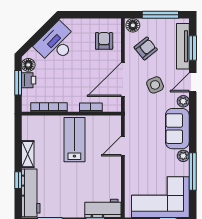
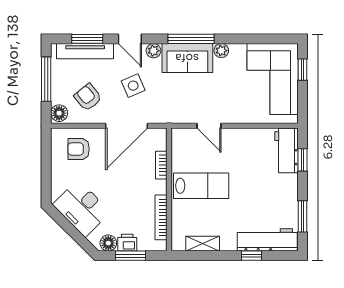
door: (123, 80) -> (126, 126), hinge flipped
lab bench: (74, 140) -> (201, 186), turned 180
shelving: (28, 154) -> (203, 244), moved
window: (193, 171) -> (191, 39), moved

